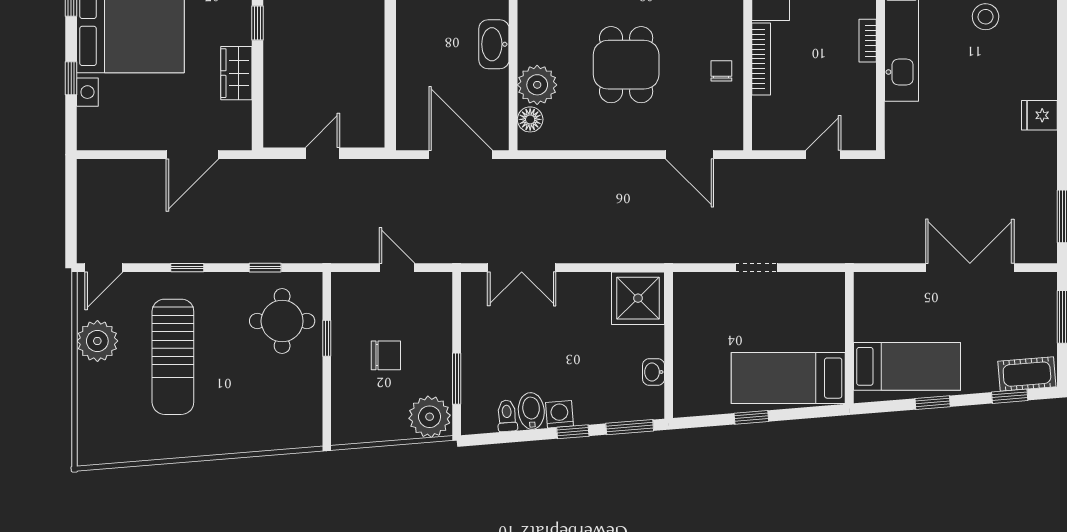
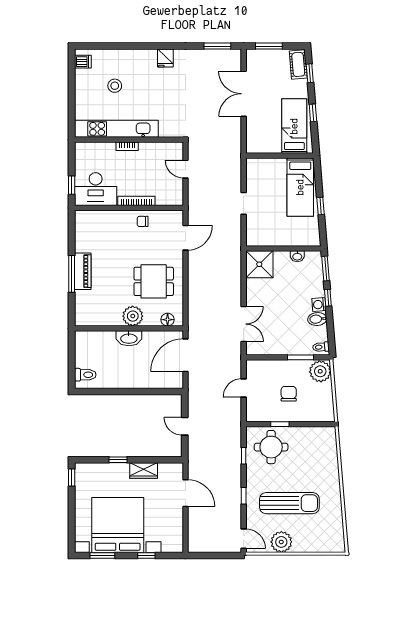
dining table: (626, 65) -> (154, 281), moved
plant: (537, 85) -> (133, 316), moved
toilet: (507, 416) -> (321, 347), moved

